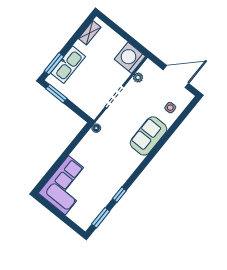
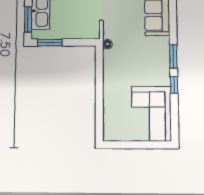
corner sofa: (67, 185) -> (151, 114), moved, turned 180
window: (101, 218) -> (173, 56), moved

